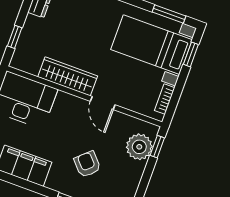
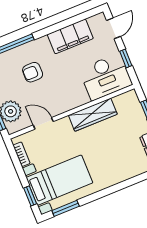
door: (103, 103) -> (43, 123), moved
armchair: (87, 164) -> (33, 72), turned 132

